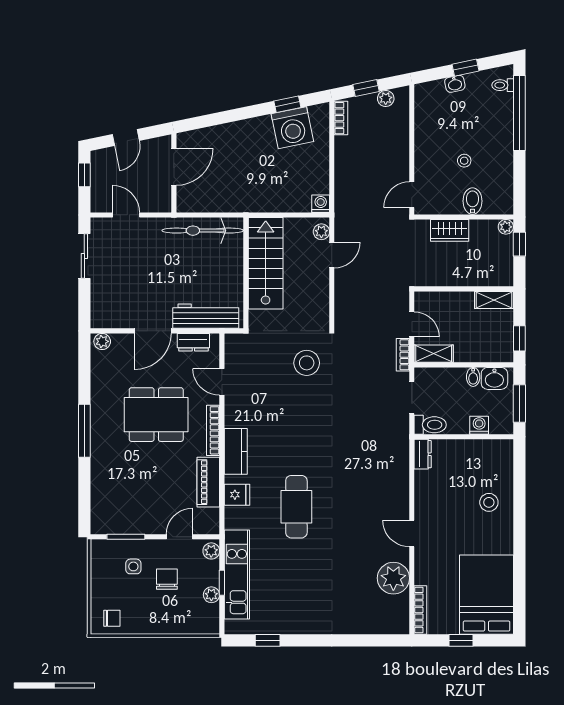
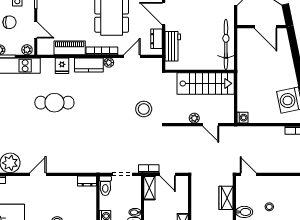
plant: (321, 232) -> (194, 118), moved
workbench: (206, 316) -> (173, 46), width x0.73
door: (412, 324) -> (168, 174), hinge flipped
plant: (232, 419) -> (109, 63), added

